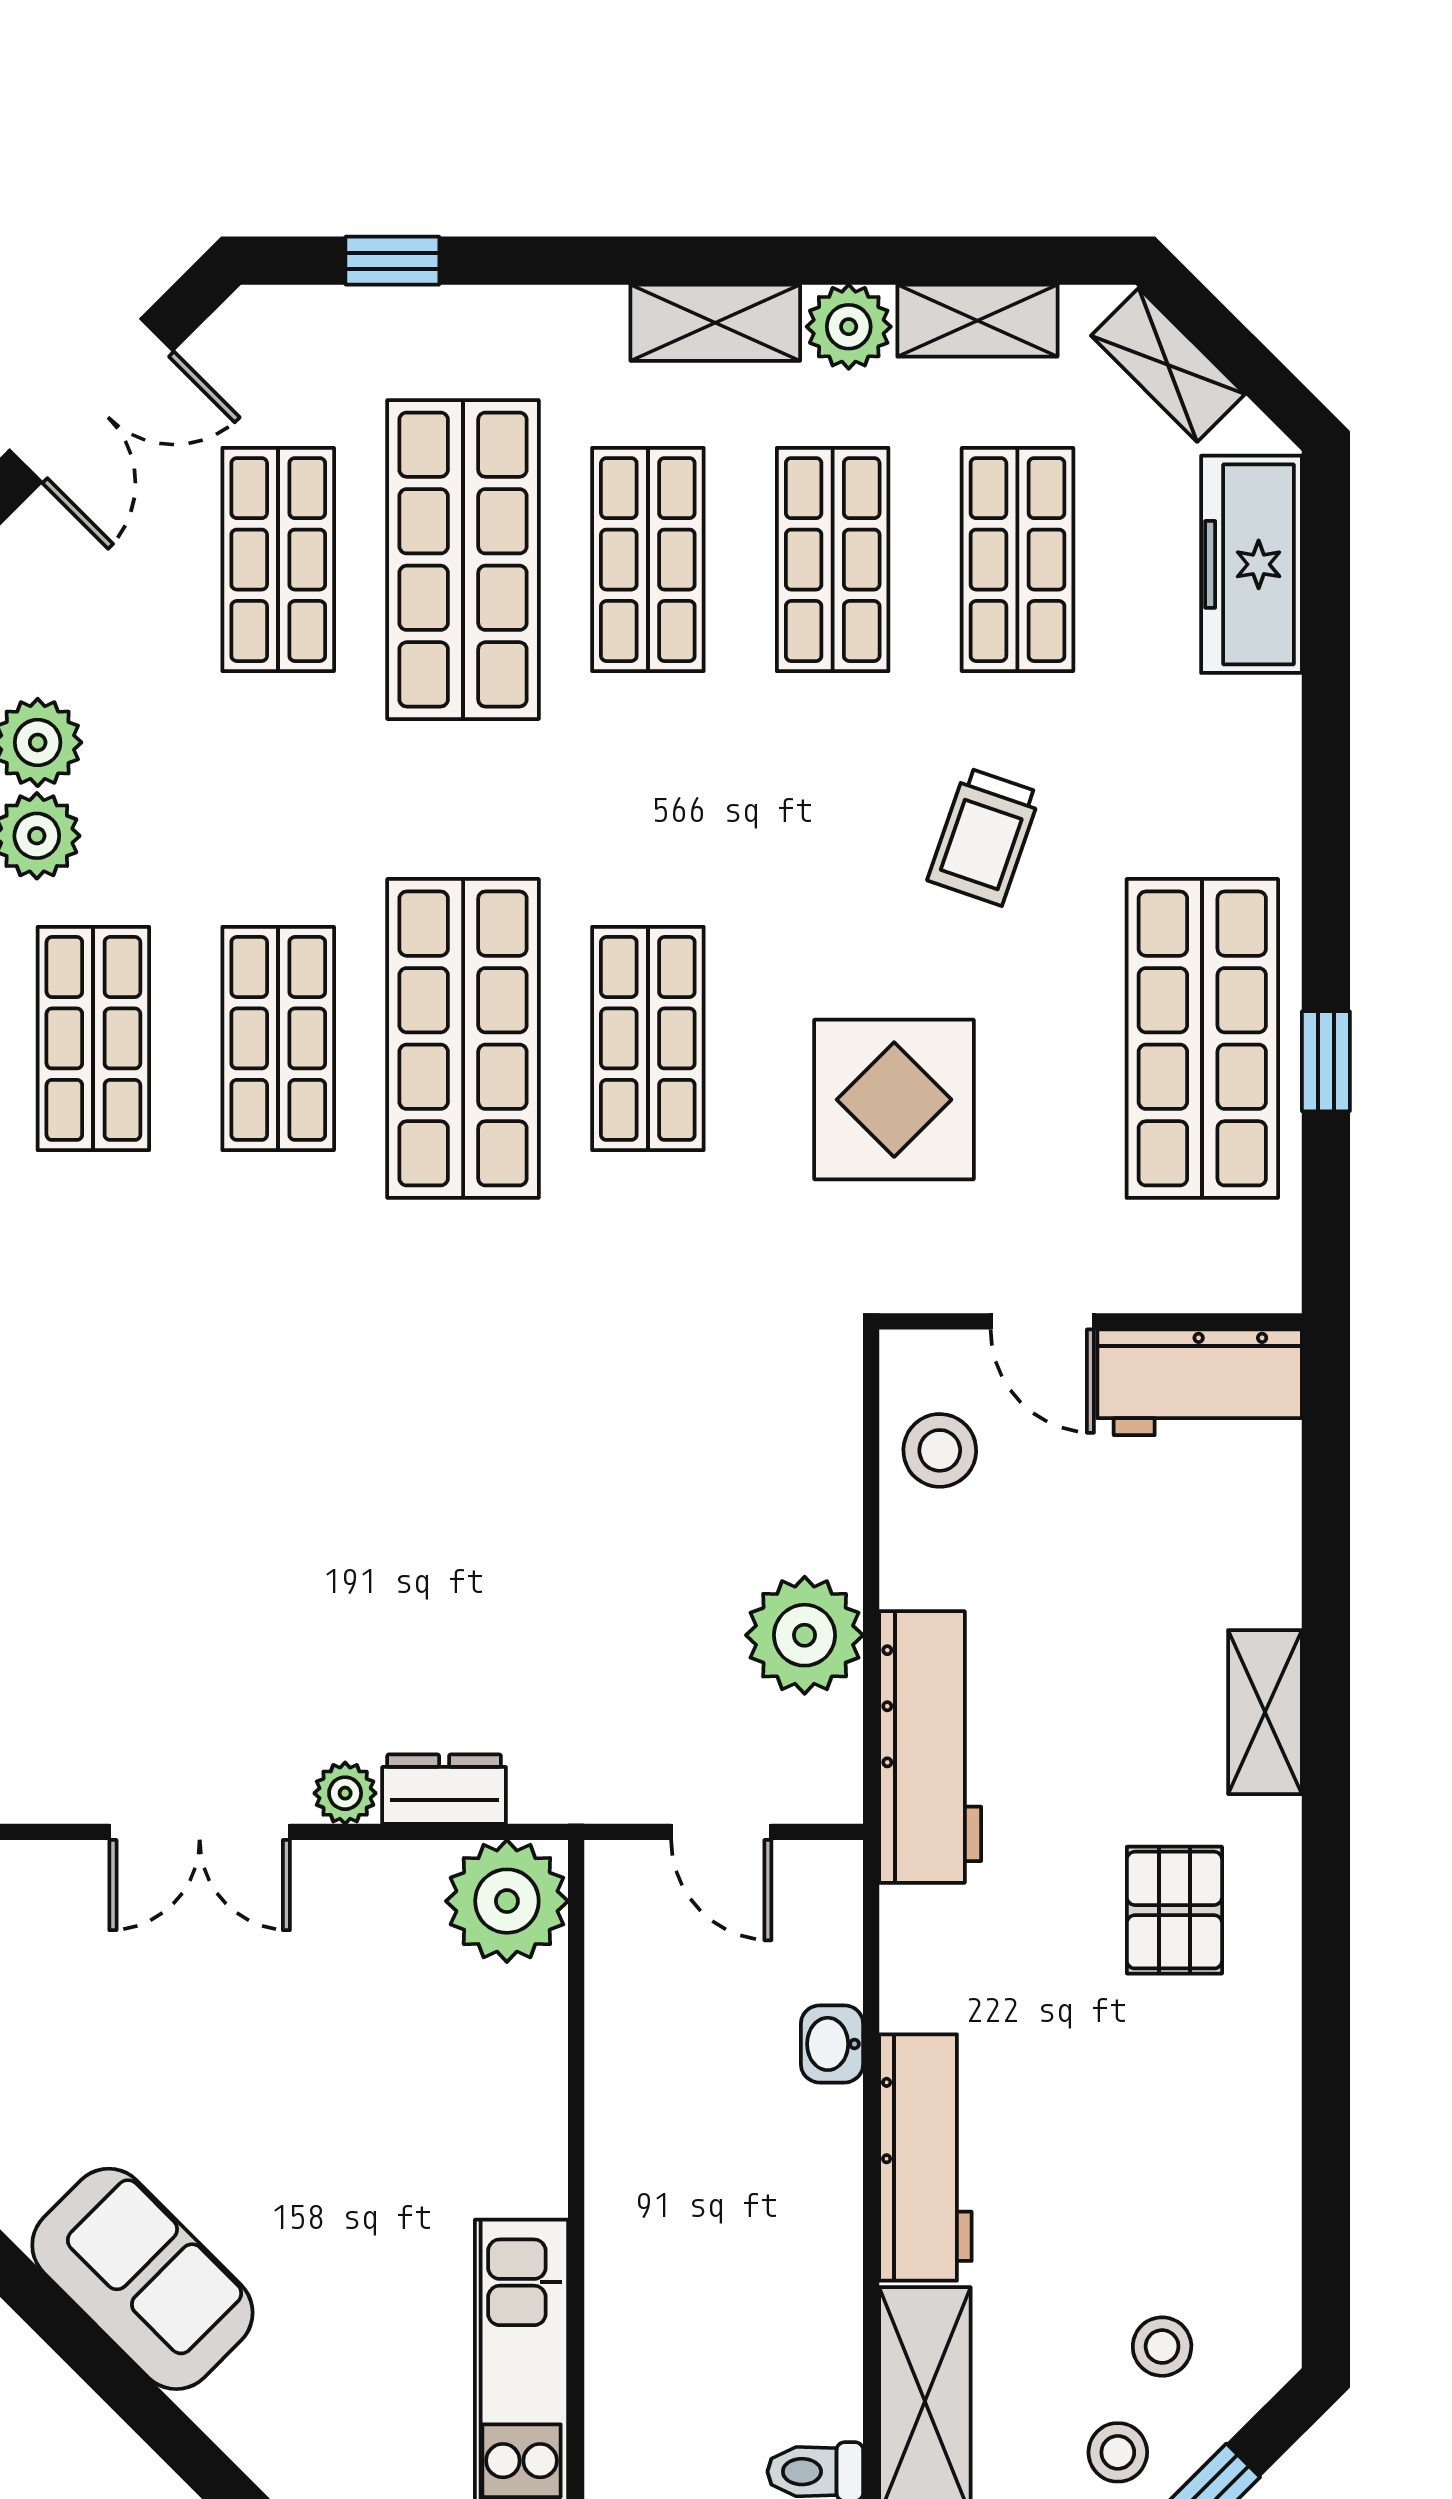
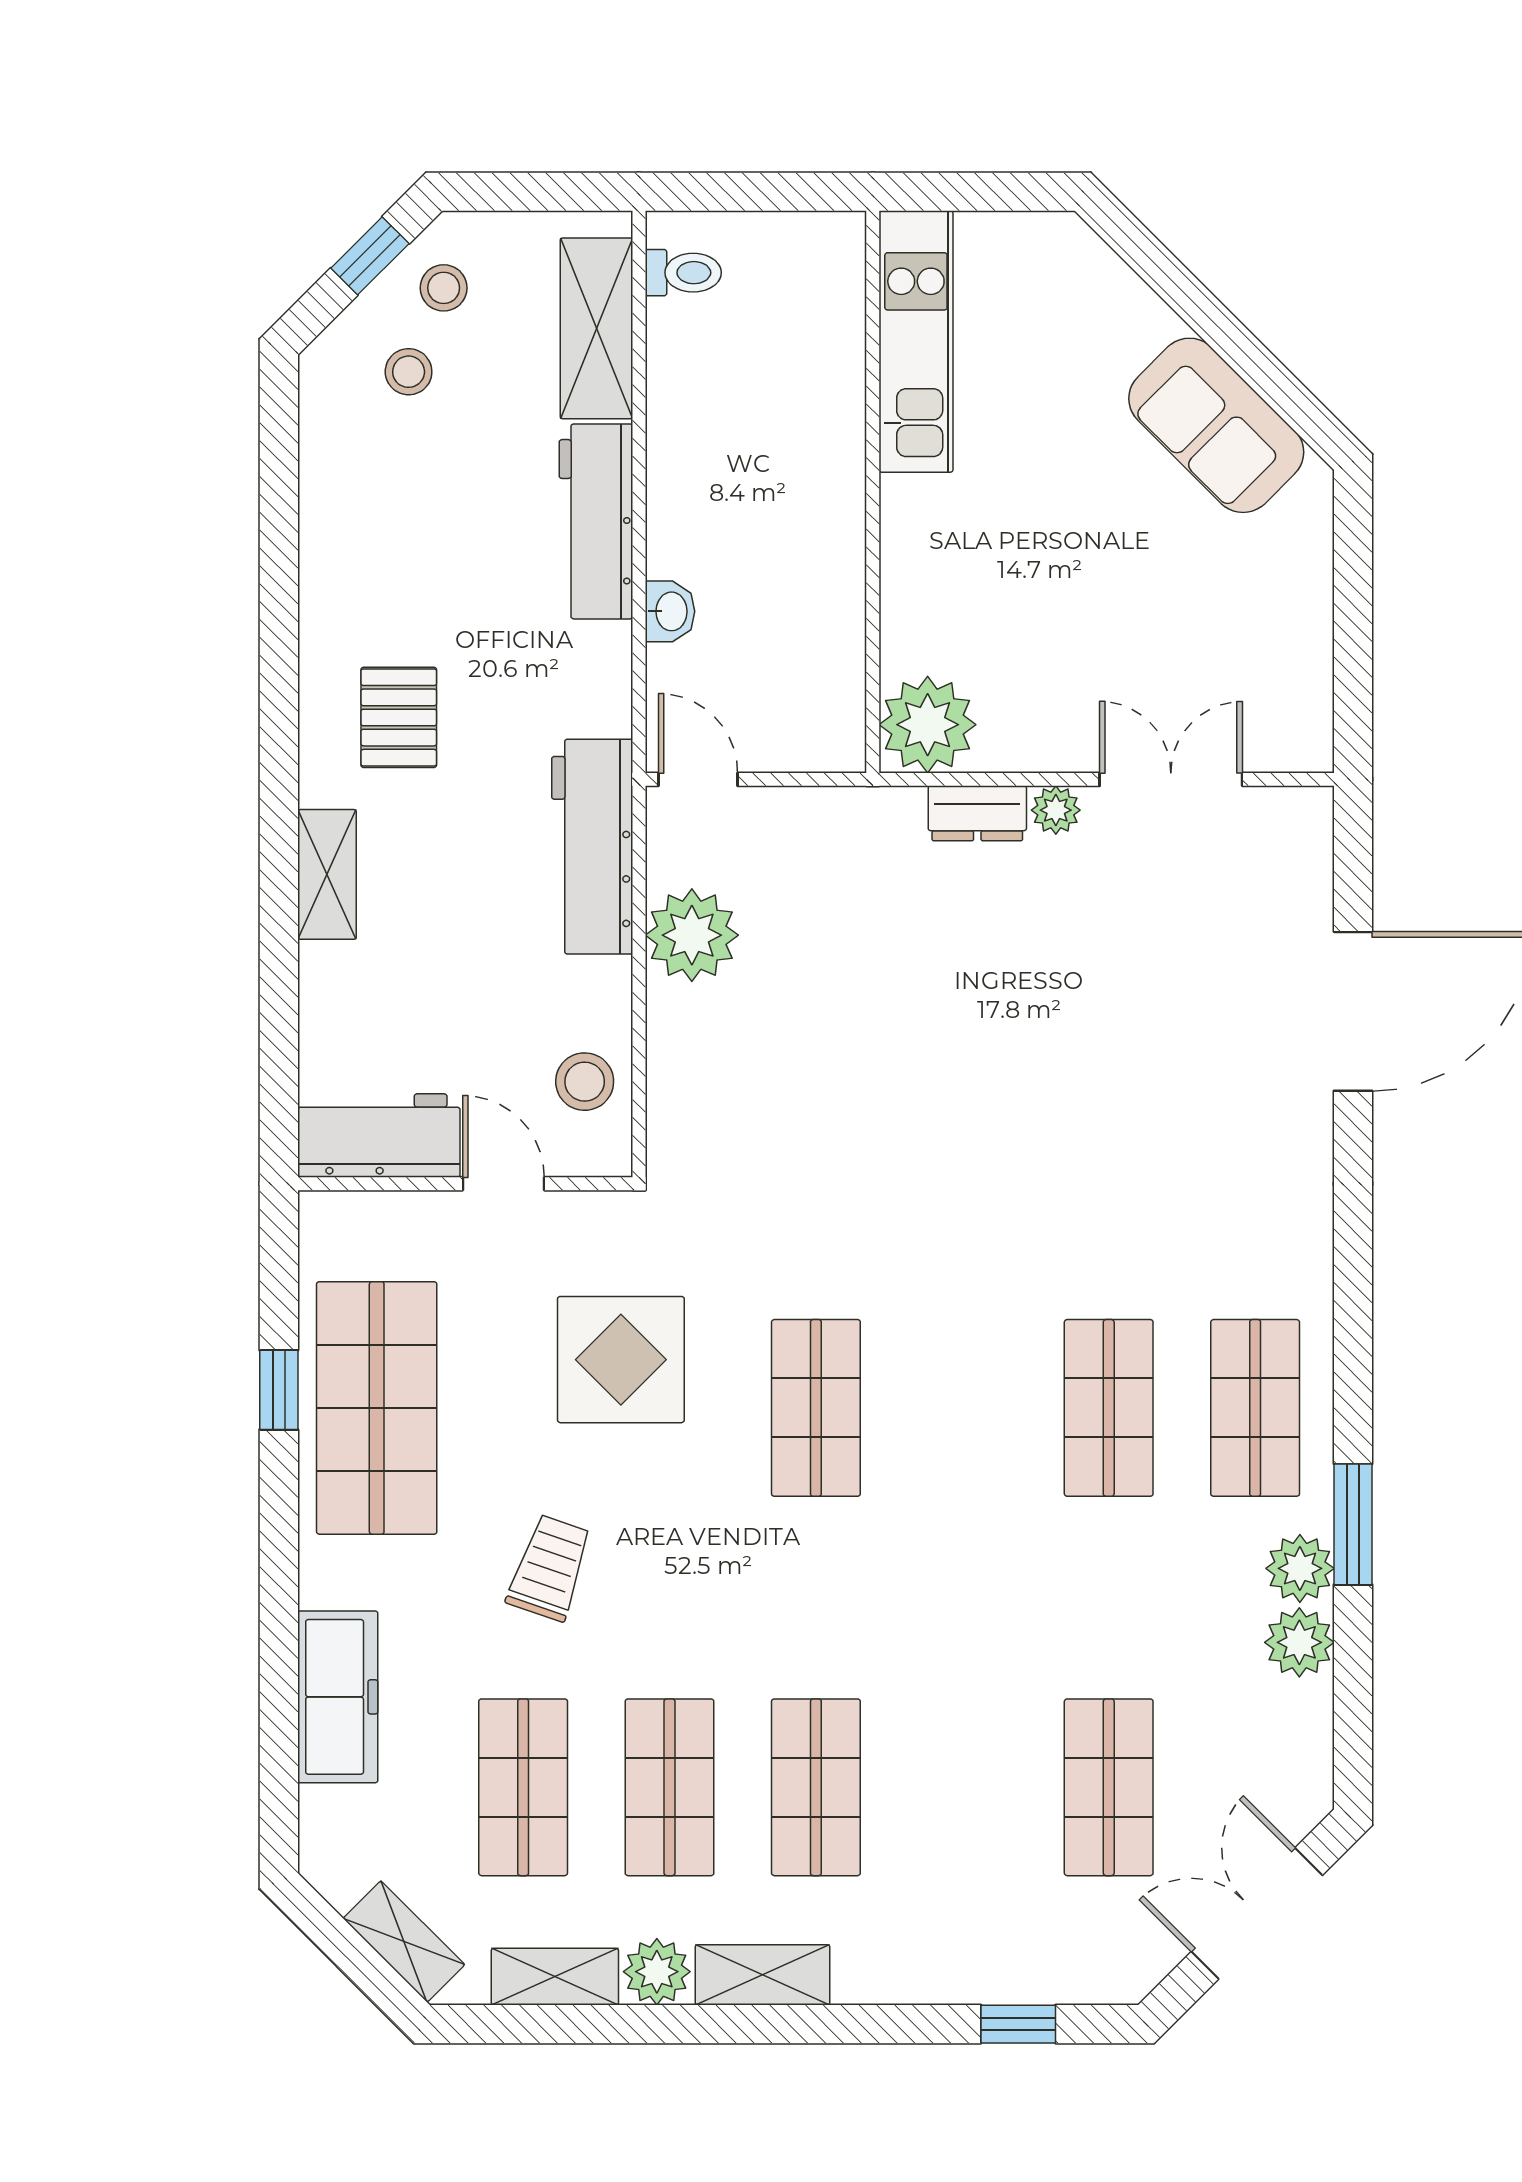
shop shelf: (463, 560) -> (962, 1787), removed
freezer: (1251, 564) -> (338, 1697), moved
shop shelf: (463, 1038) -> (962, 1408), removed
door: (721, 1832) -> (698, 779), moved

